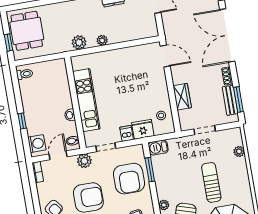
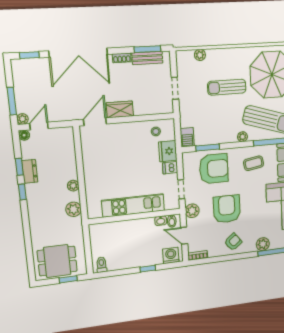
wardrobe: (182, 97) -> (120, 109), moved
washbasin: (70, 115) -> (161, 221), moved

